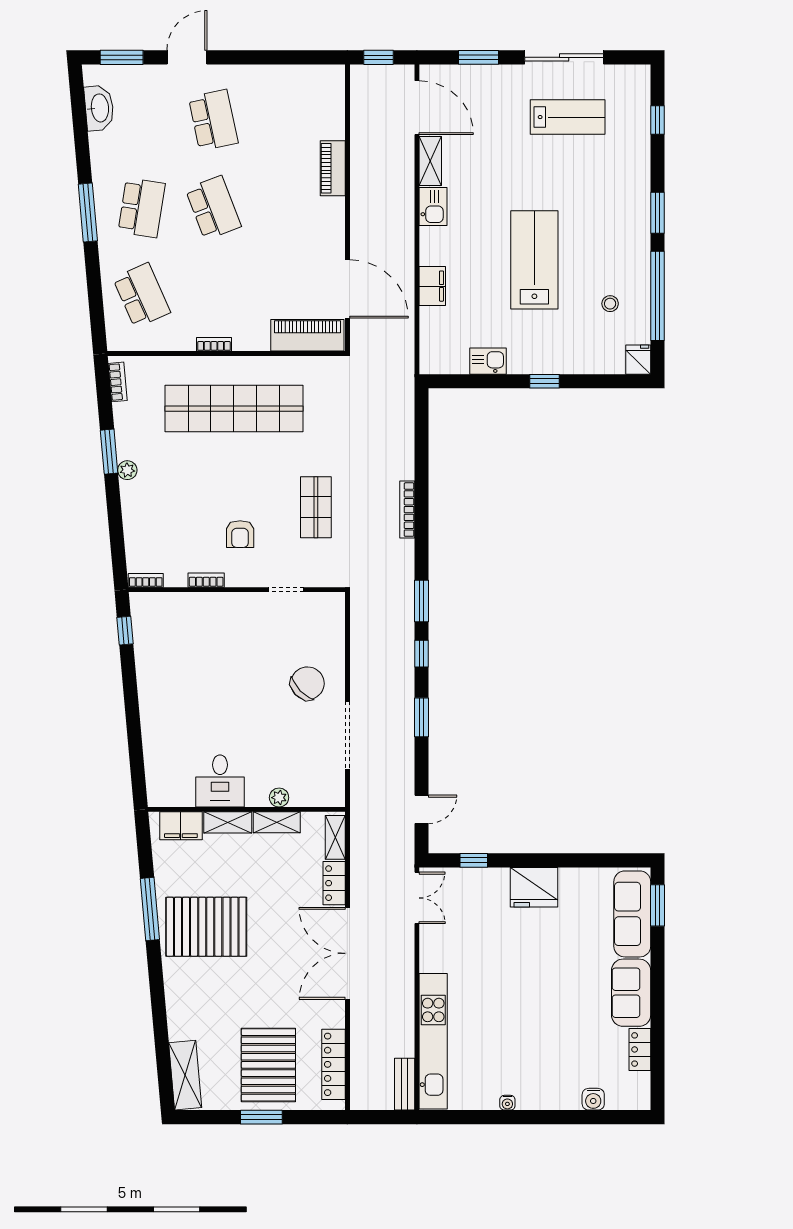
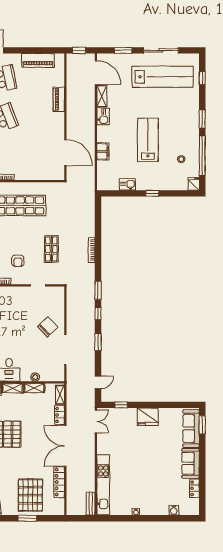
lab bench: (568, 117) -> (163, 77), width x1.86, depth x1.39
piano: (307, 335) -> (38, 60), moved, turned 180
locker: (333, 1064) -> (59, 482), moved

